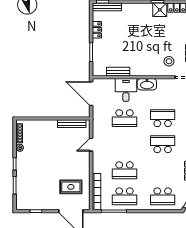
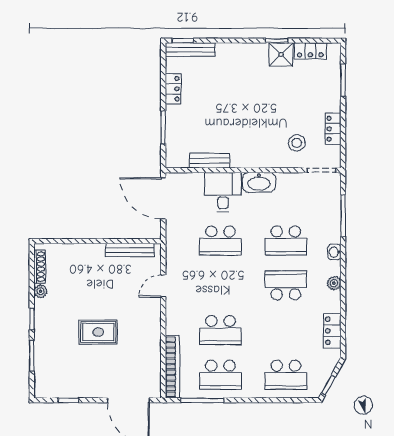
school desk: (163, 118) -> (286, 241), turned 180
rug: (71, 187) -> (98, 332), moved

